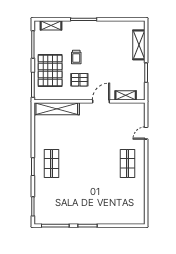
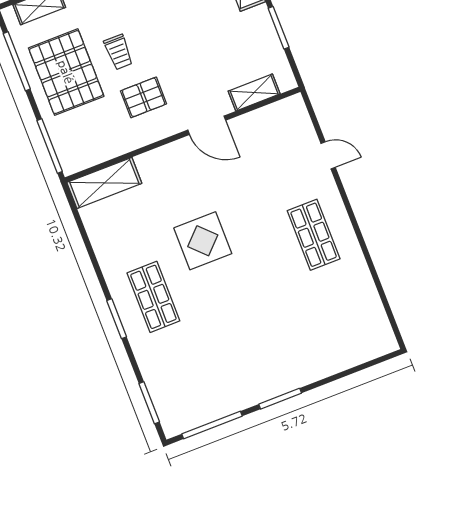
pallet: (50, 71) -> (66, 72), moved
door: (101, 101) -> (207, 125), swing flipped
shelving: (57, 109) -> (104, 183), width x0.68
door: (146, 133) -> (328, 155), swing flipped
display table: (81, 148) -> (203, 241), added

